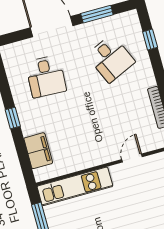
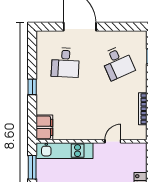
window: (97, 14) -> (116, 27), removed
filing cabinet: (38, 151) -> (44, 127), moved

